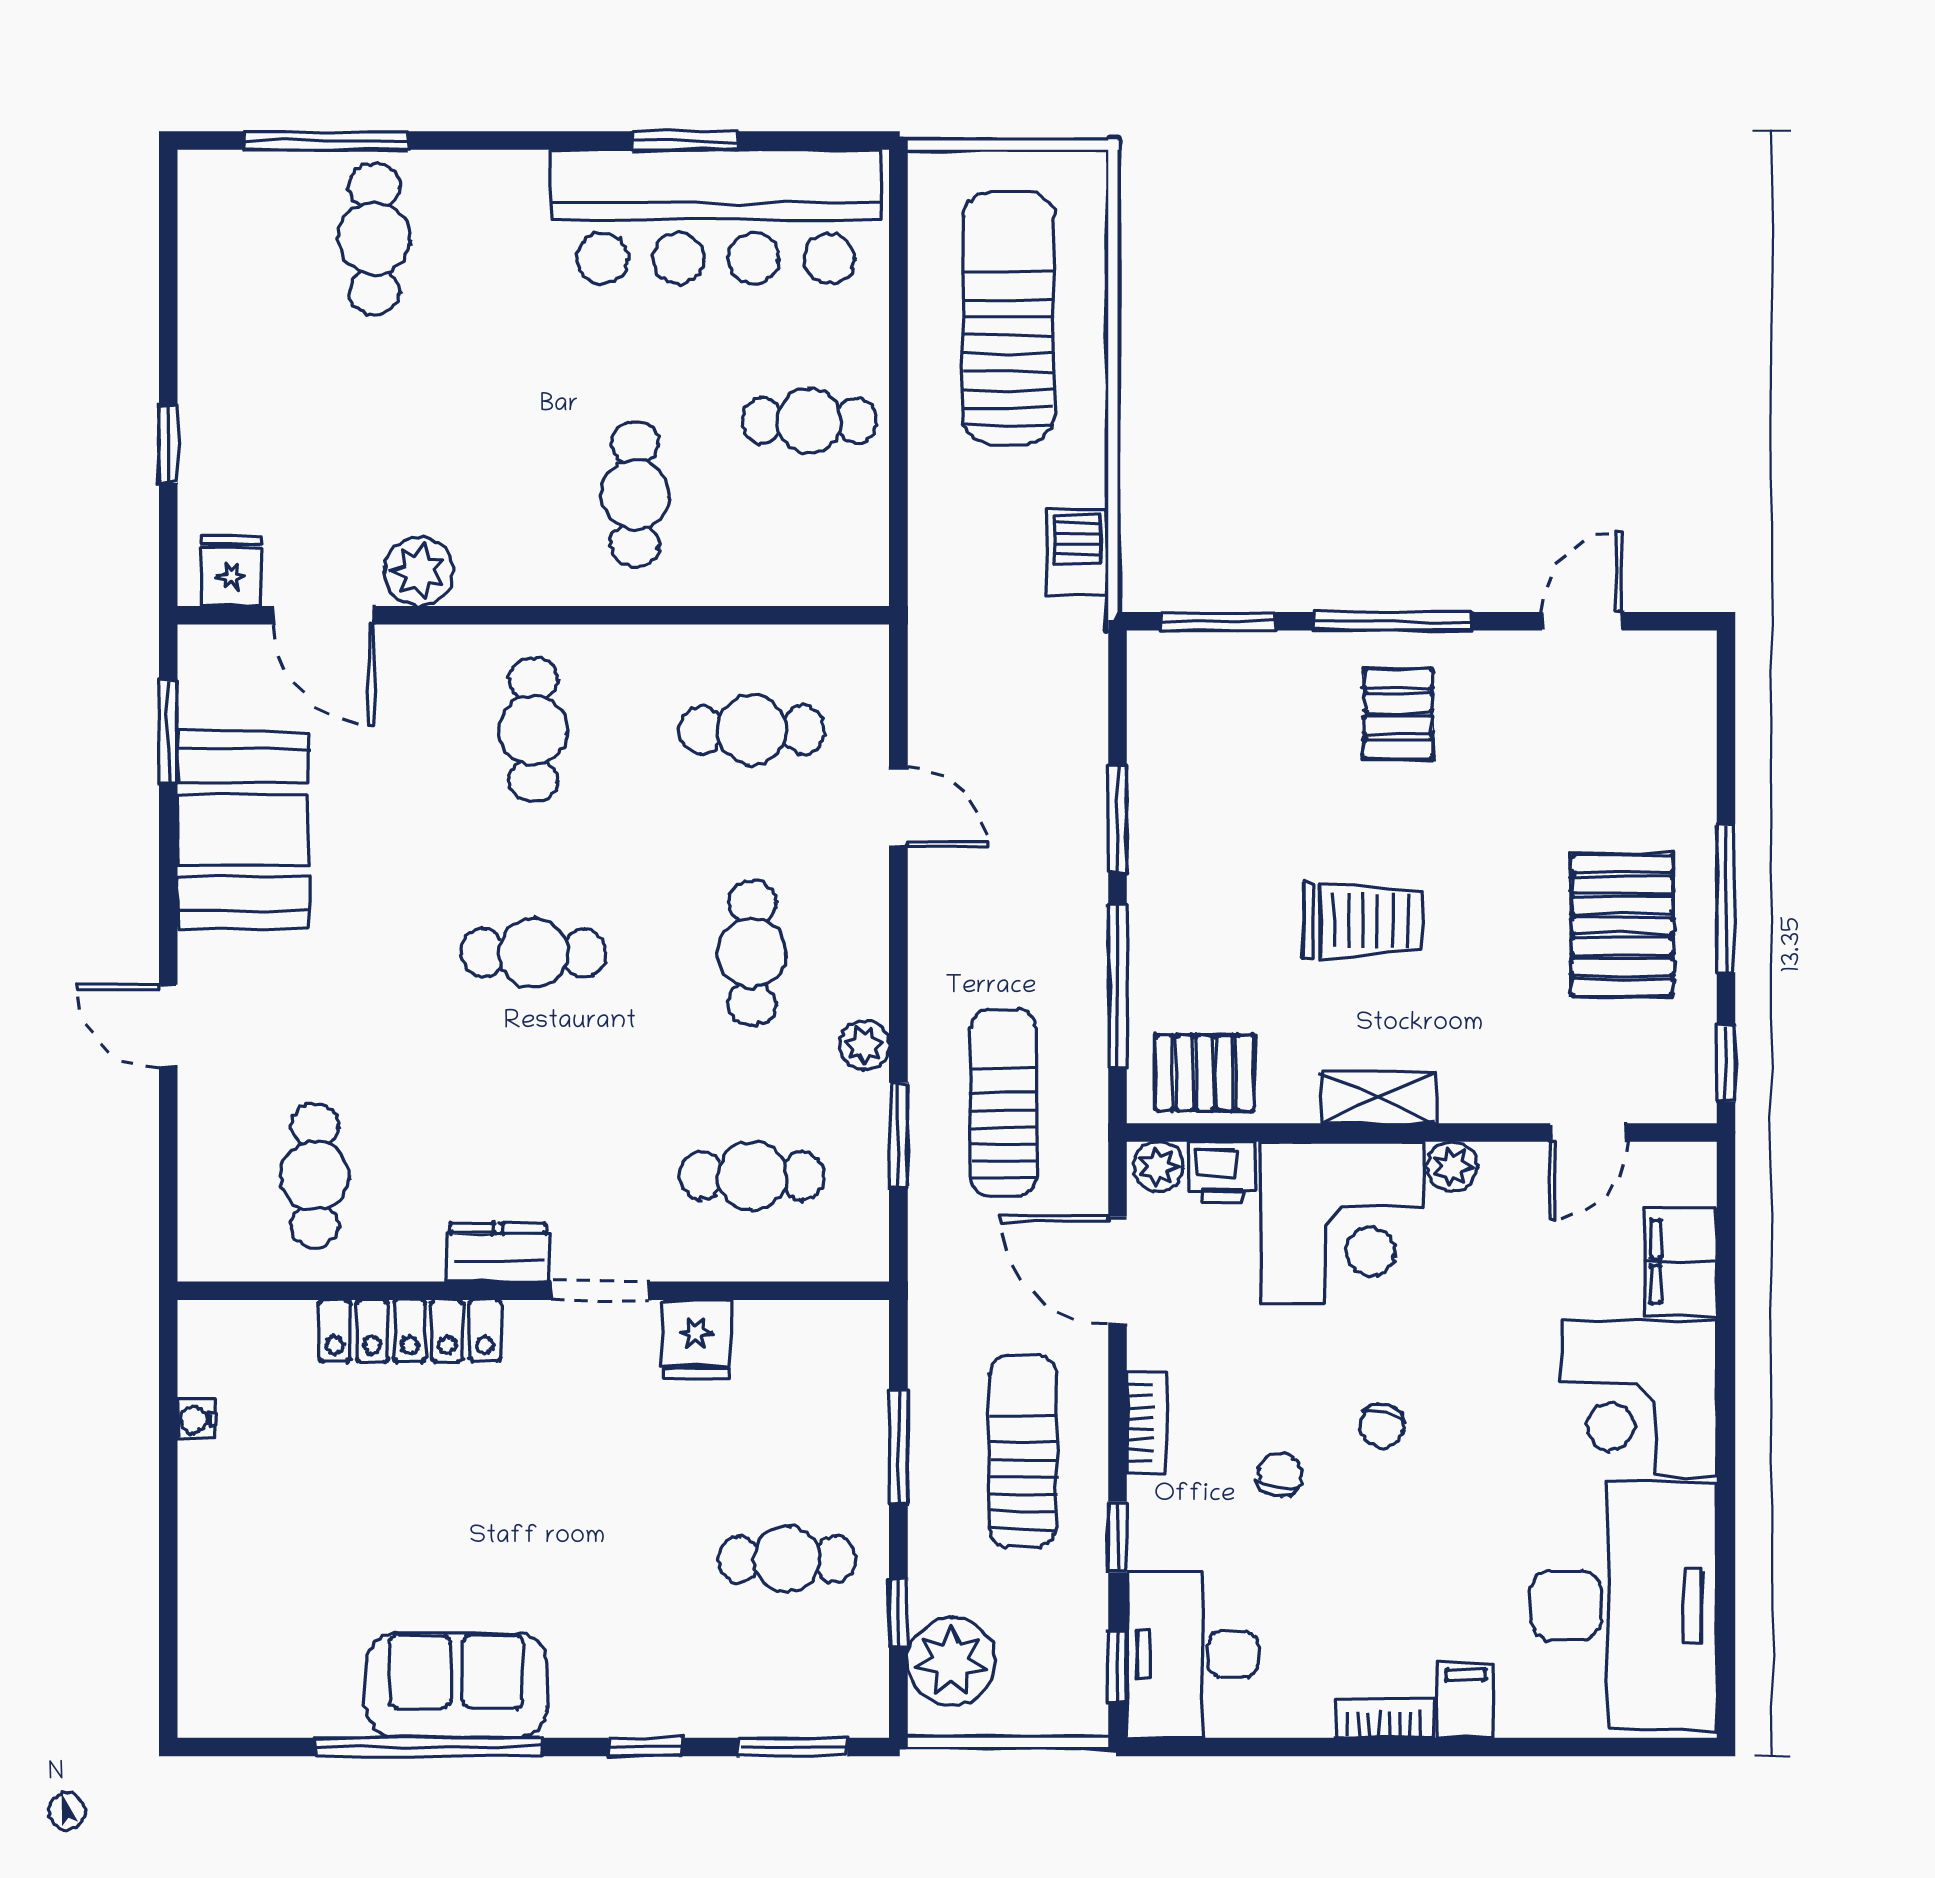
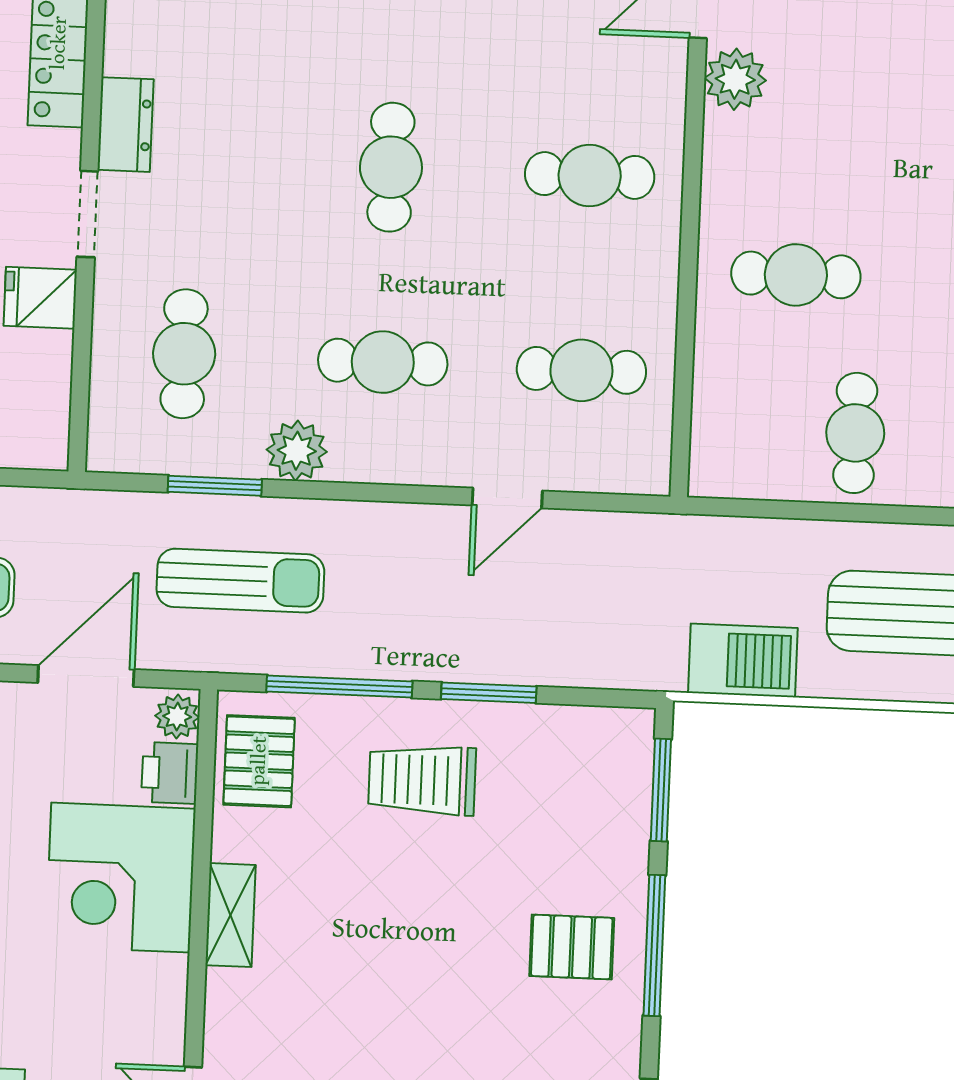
barbecue: (1077, 552) -> (743, 660), width x1.38, depth x1.27
cafe table: (752, 730) -> (581, 370), turned 90
trolley: (1363, 921) -> (422, 780), moved, turned 90
plant: (865, 1045) -> (297, 451), width x1.38, depth x1.38
plant: (1452, 1166) -> (166, 978), removed

